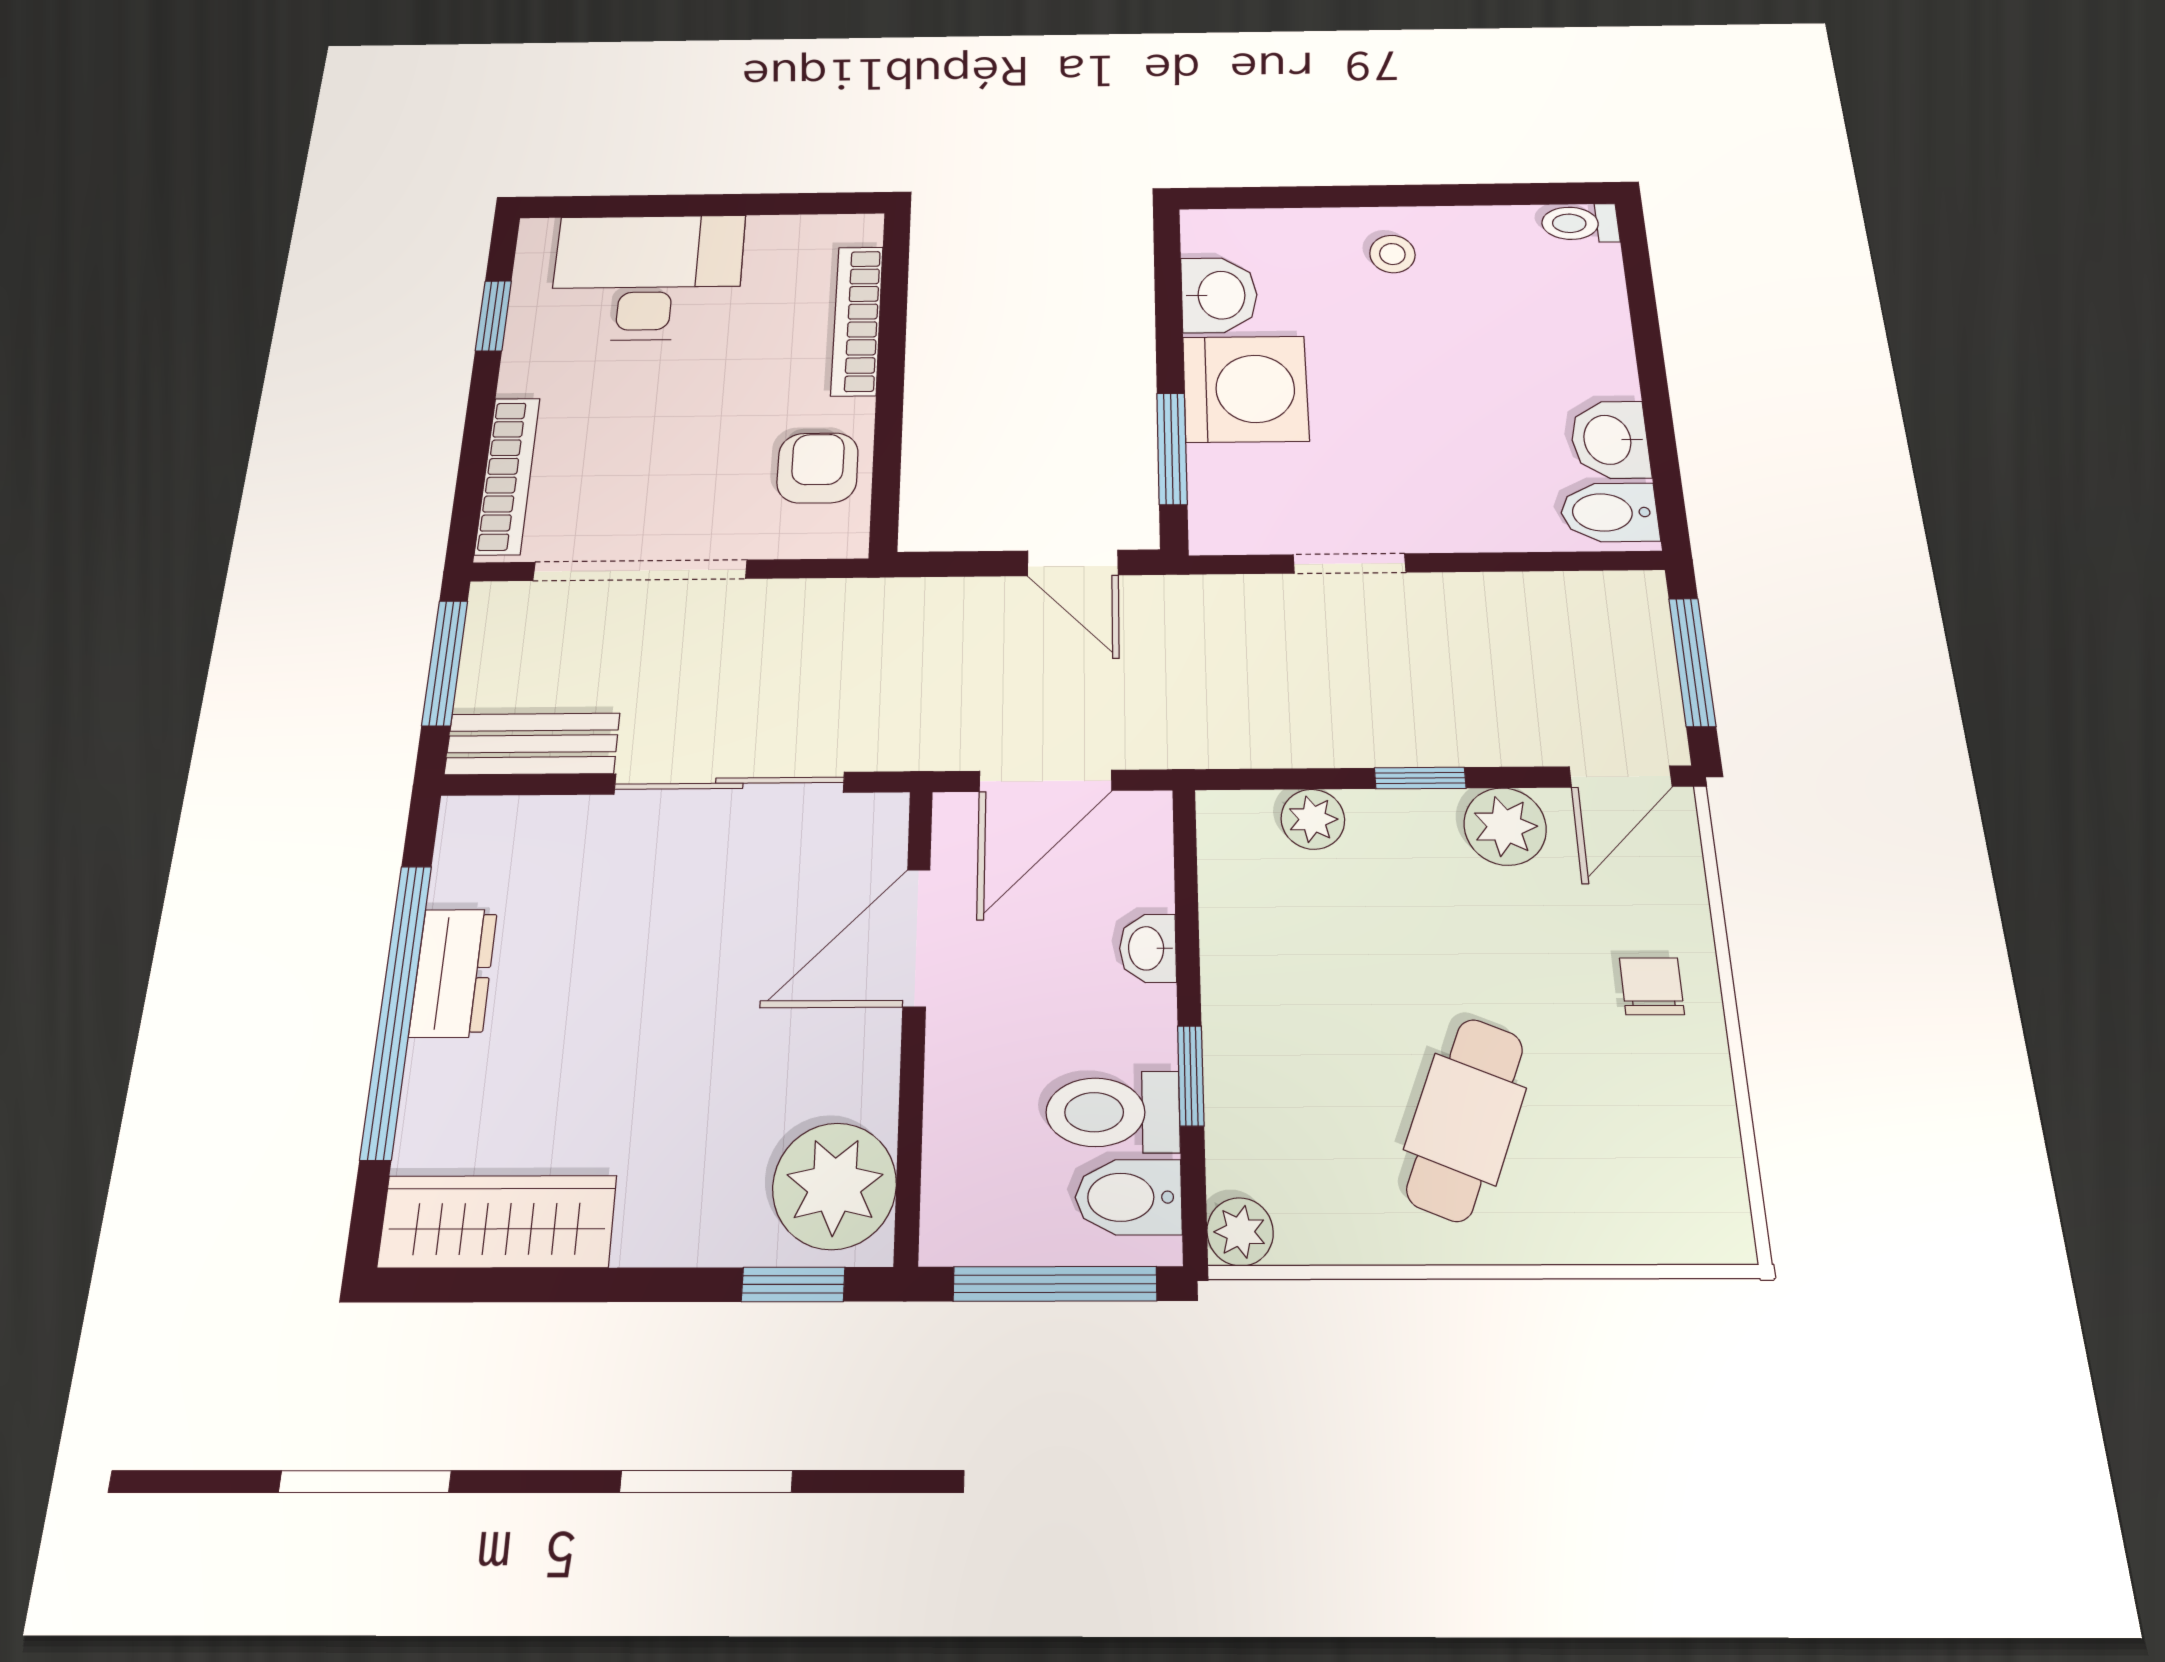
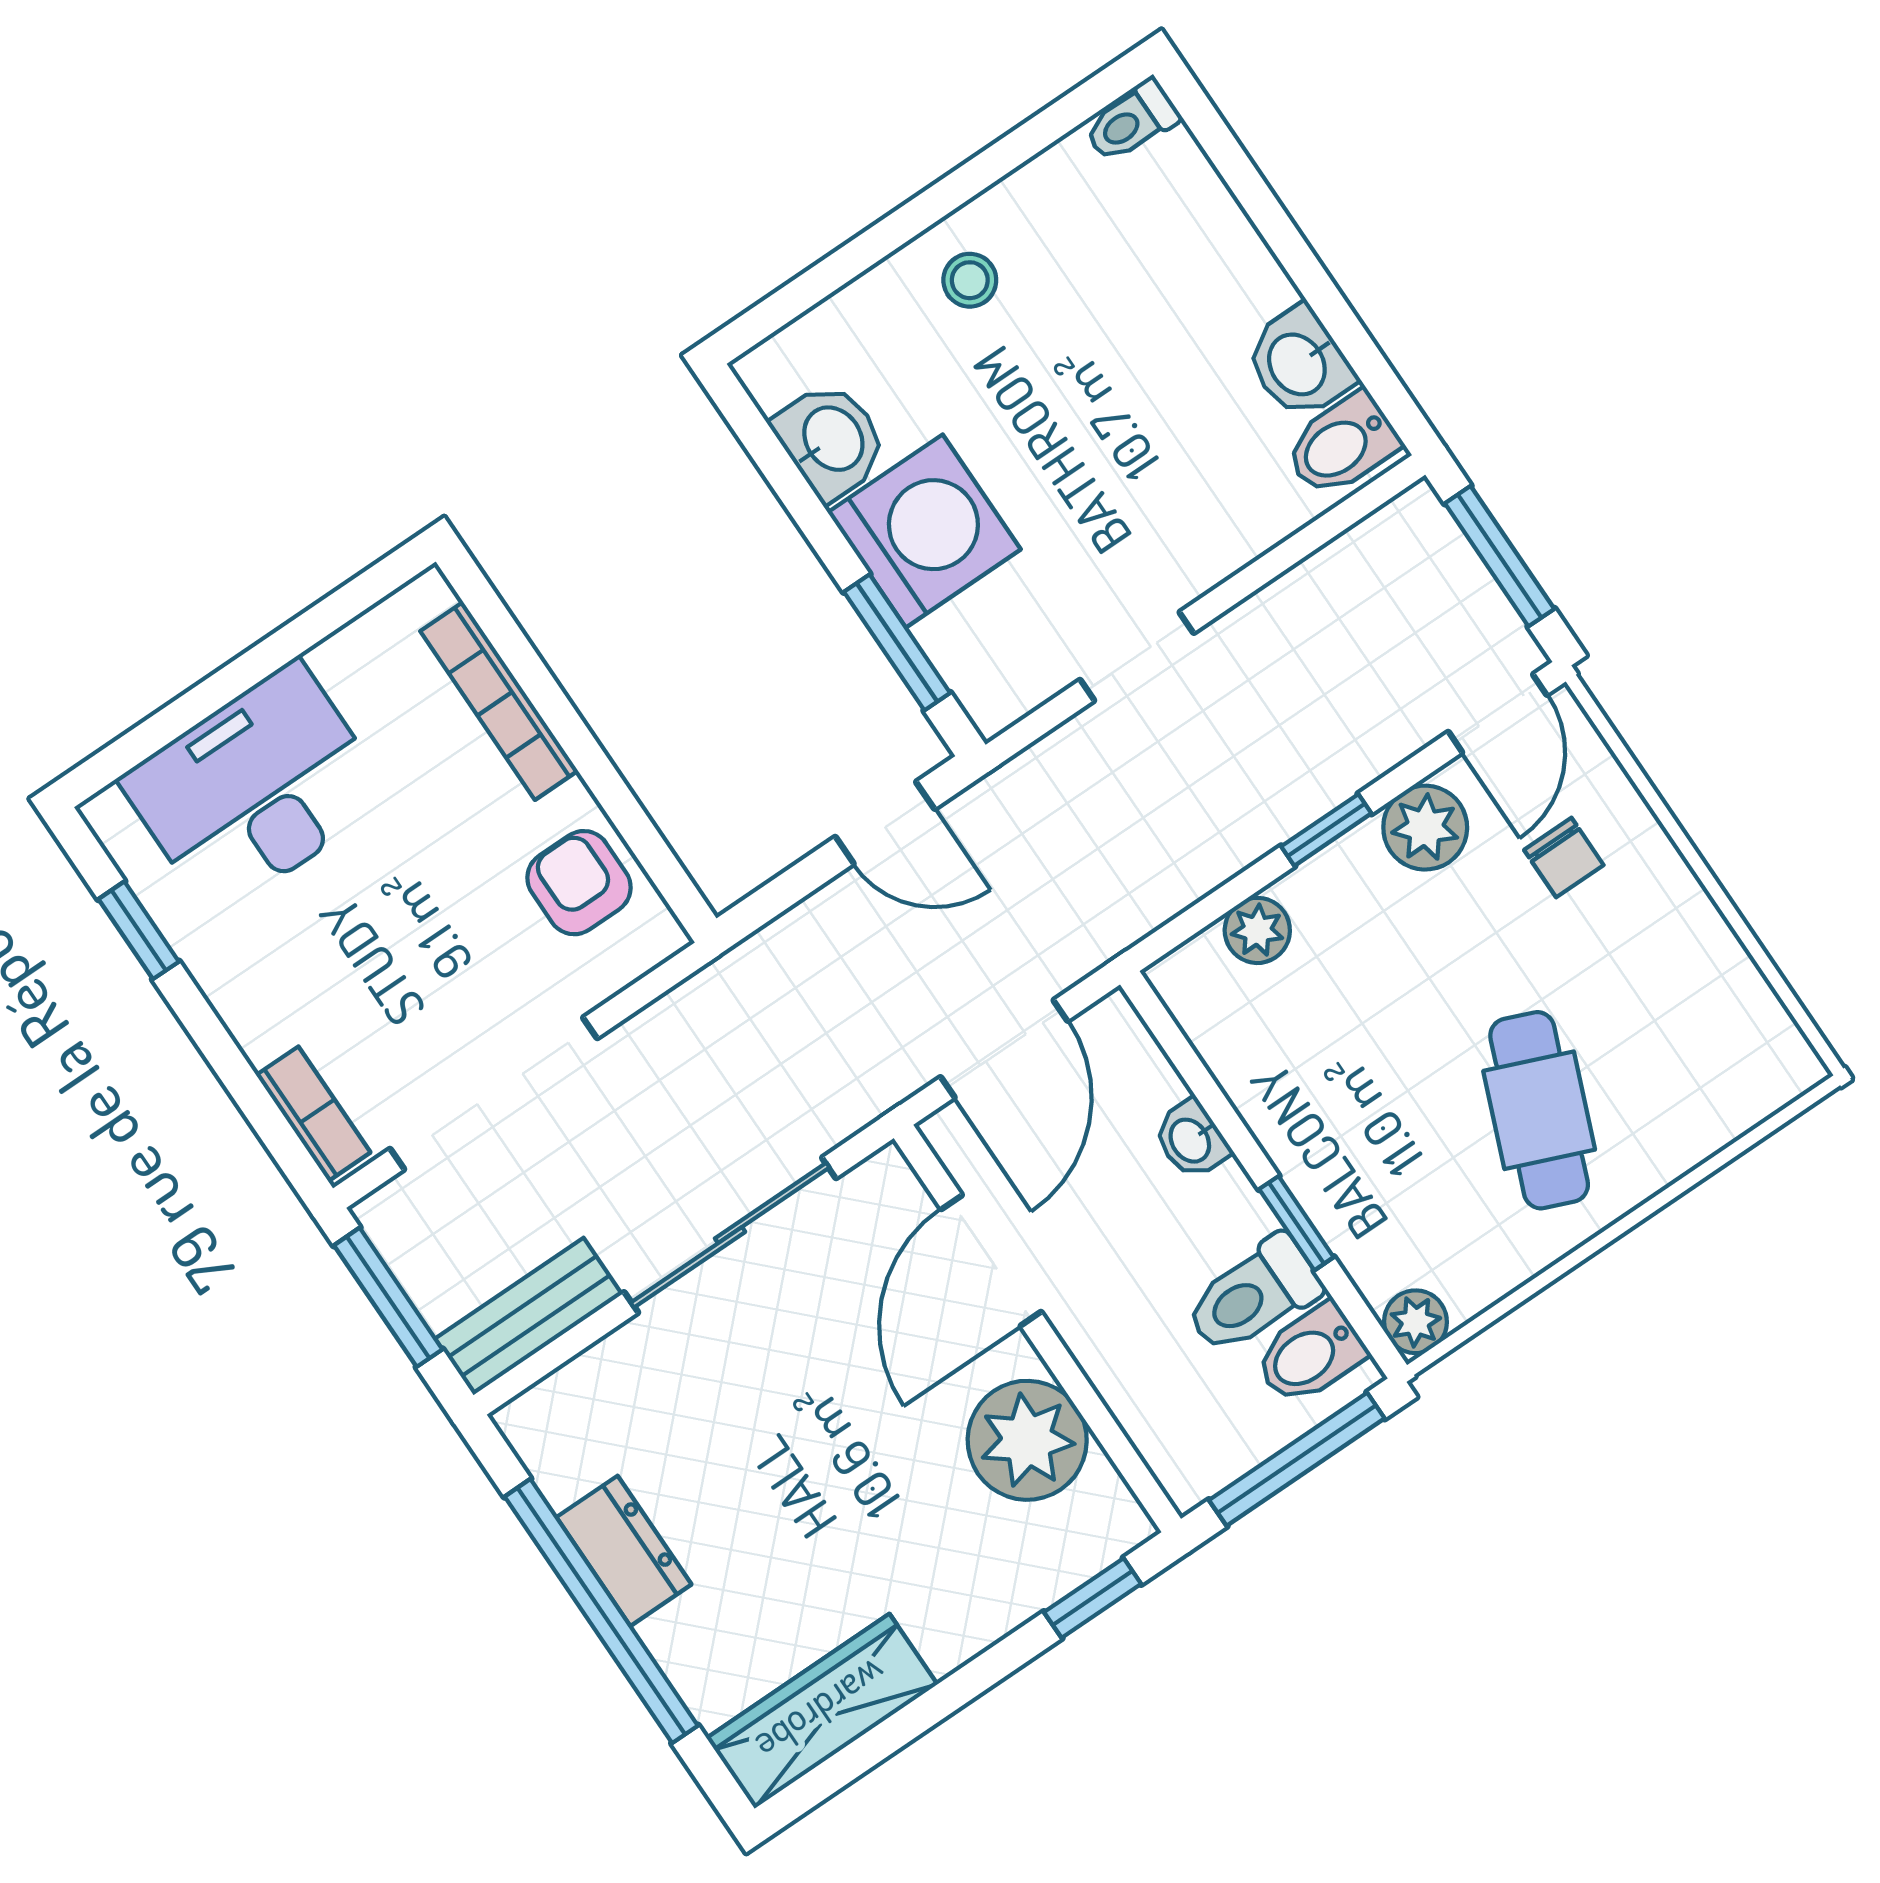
bookcase: (507, 476) -> (313, 1114), width x0.64
chair: (1652, 986) -> (1564, 857), moved, turned 180
plant: (834, 1186) -> (1027, 1440), moved

